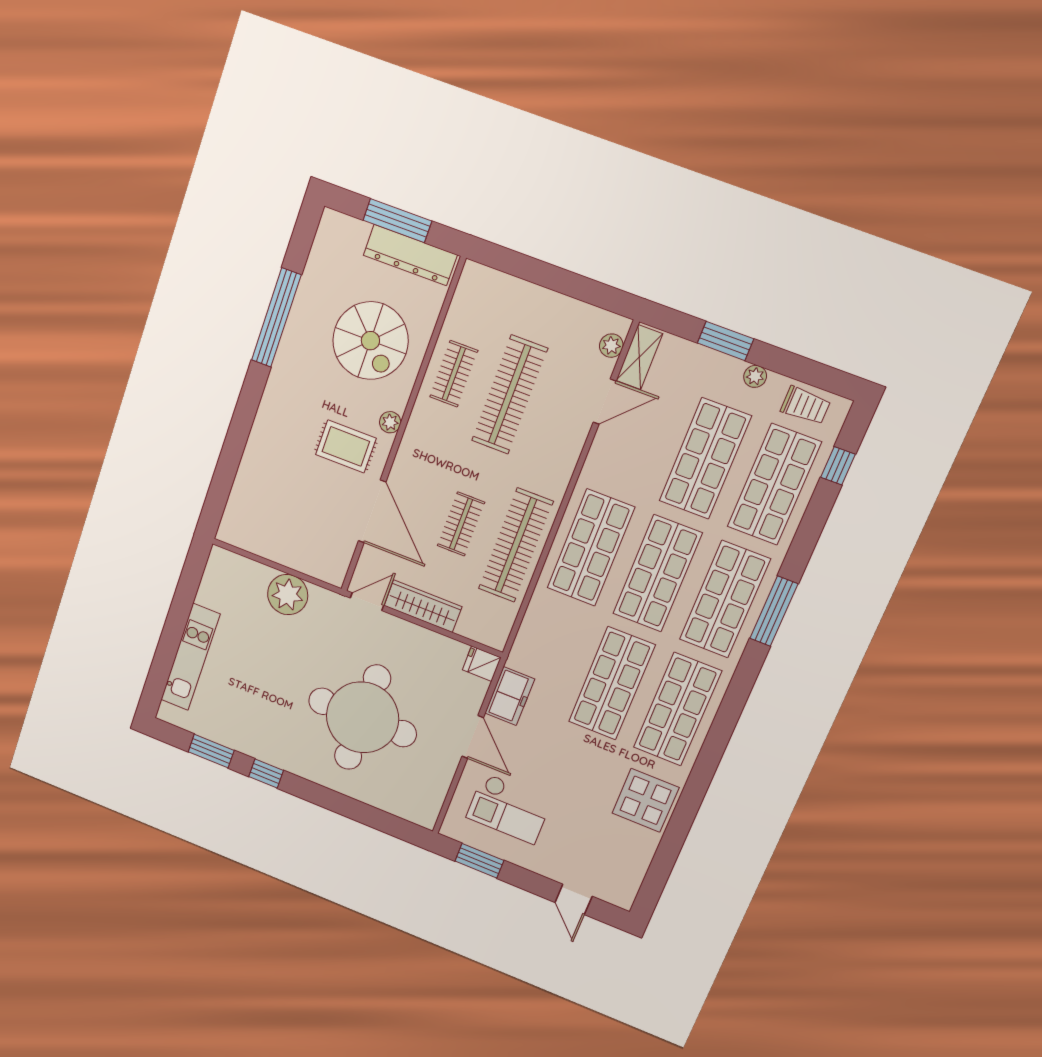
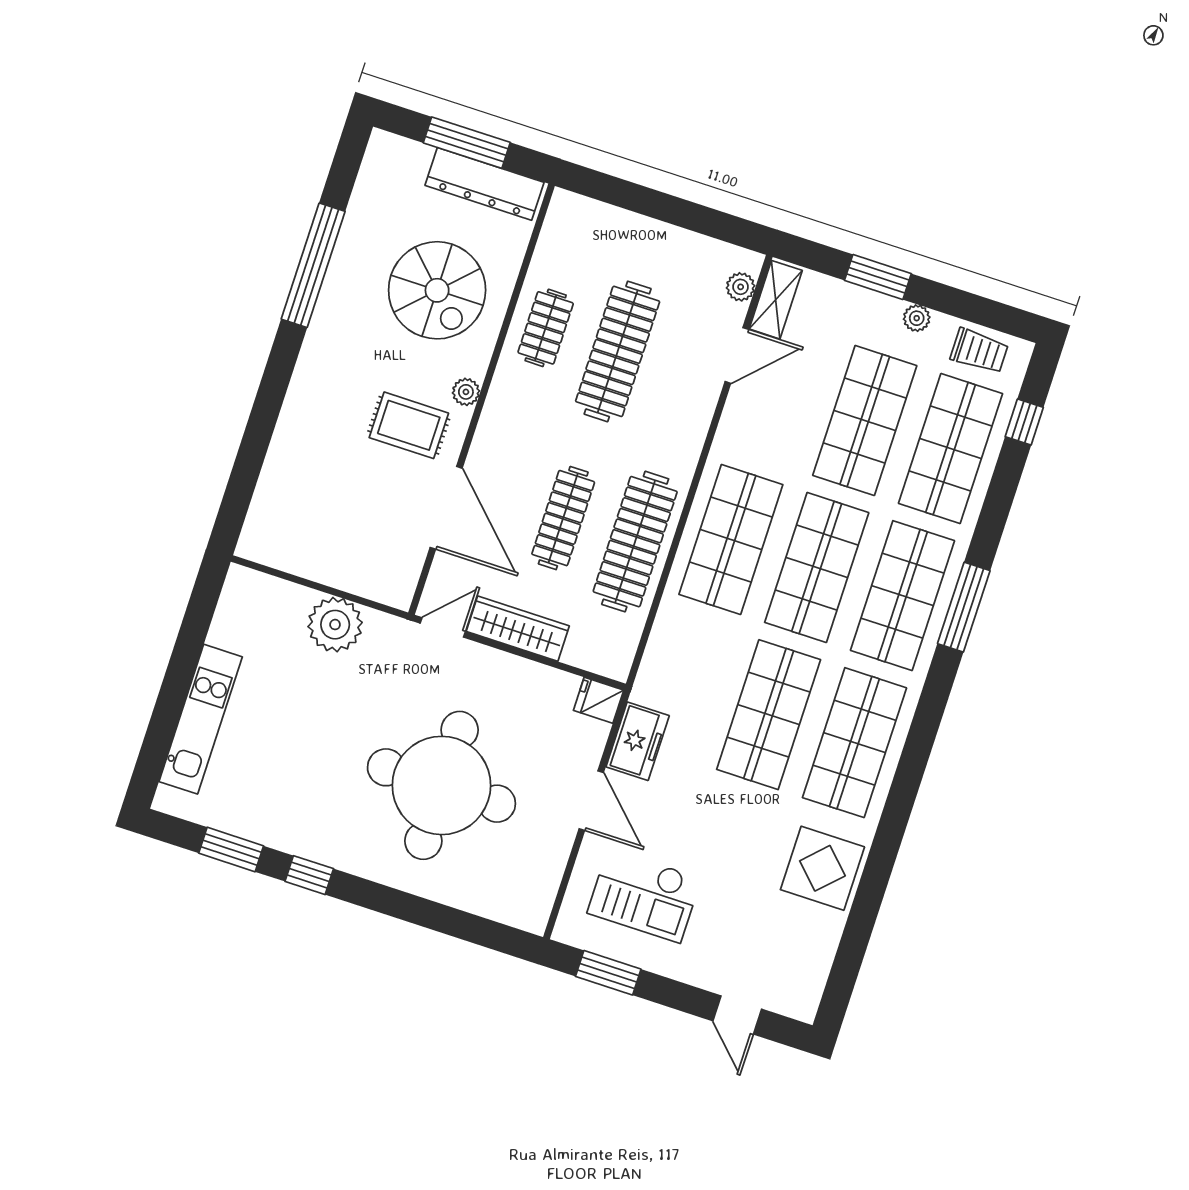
clothes rail: (461, 524) -> (563, 518), width x1.36

